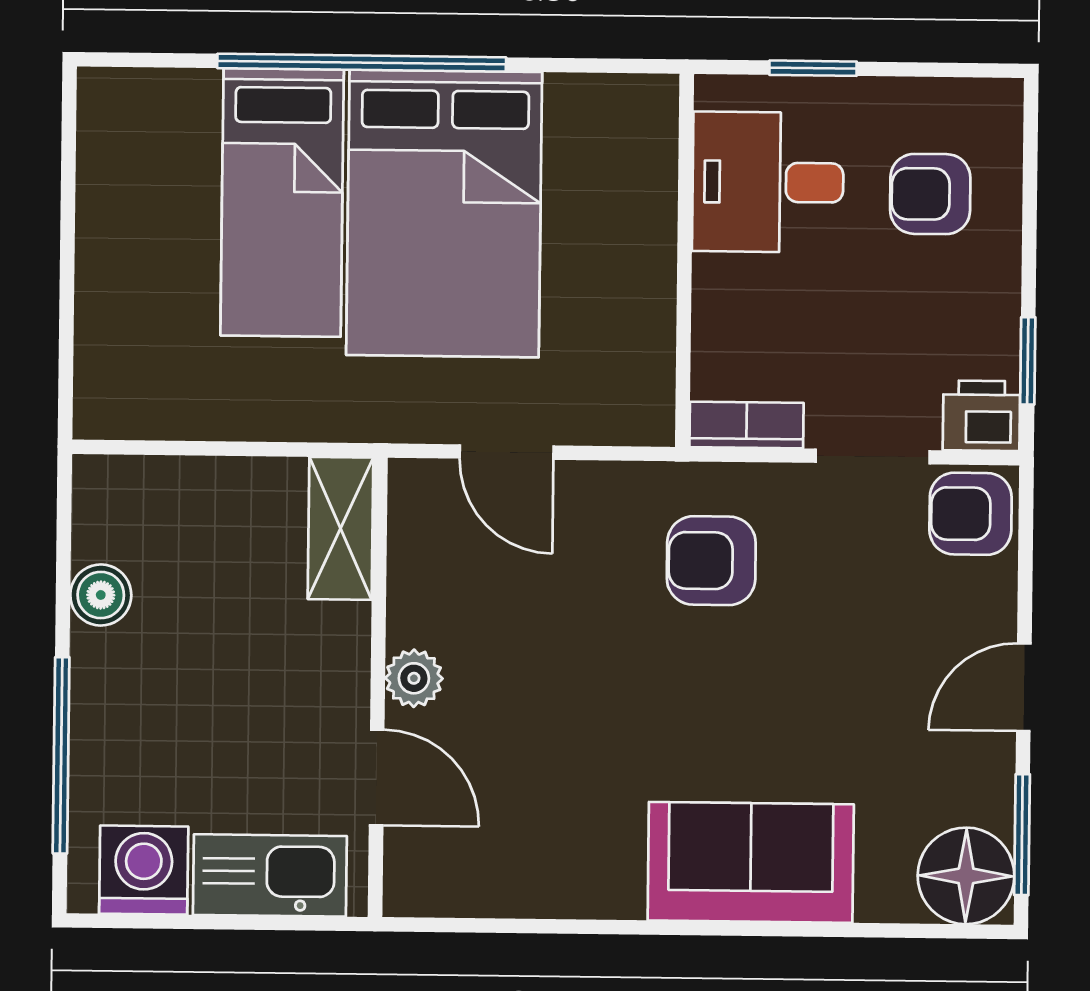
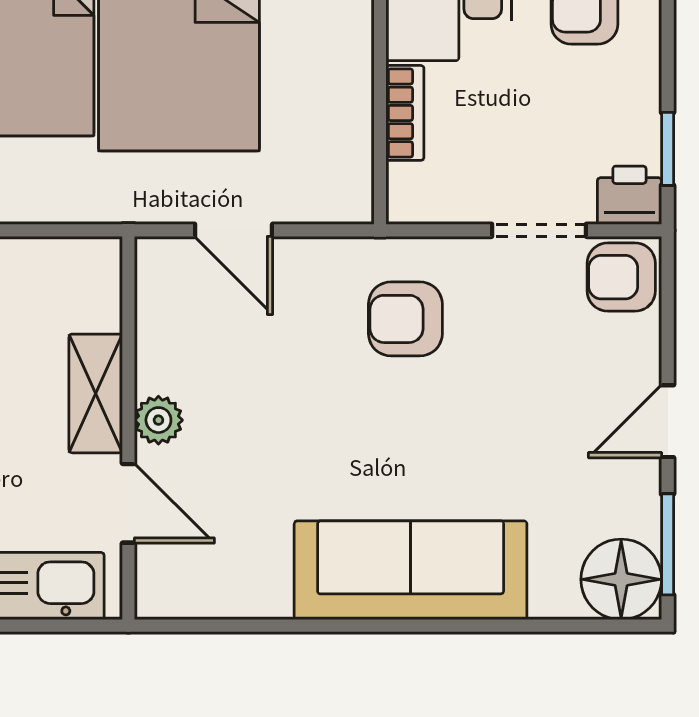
bookcase: (747, 425) -> (405, 113), moved, turned 90
shelving: (341, 528) -> (96, 393), moved
sofa: (751, 862) -> (411, 570), width x1.36

